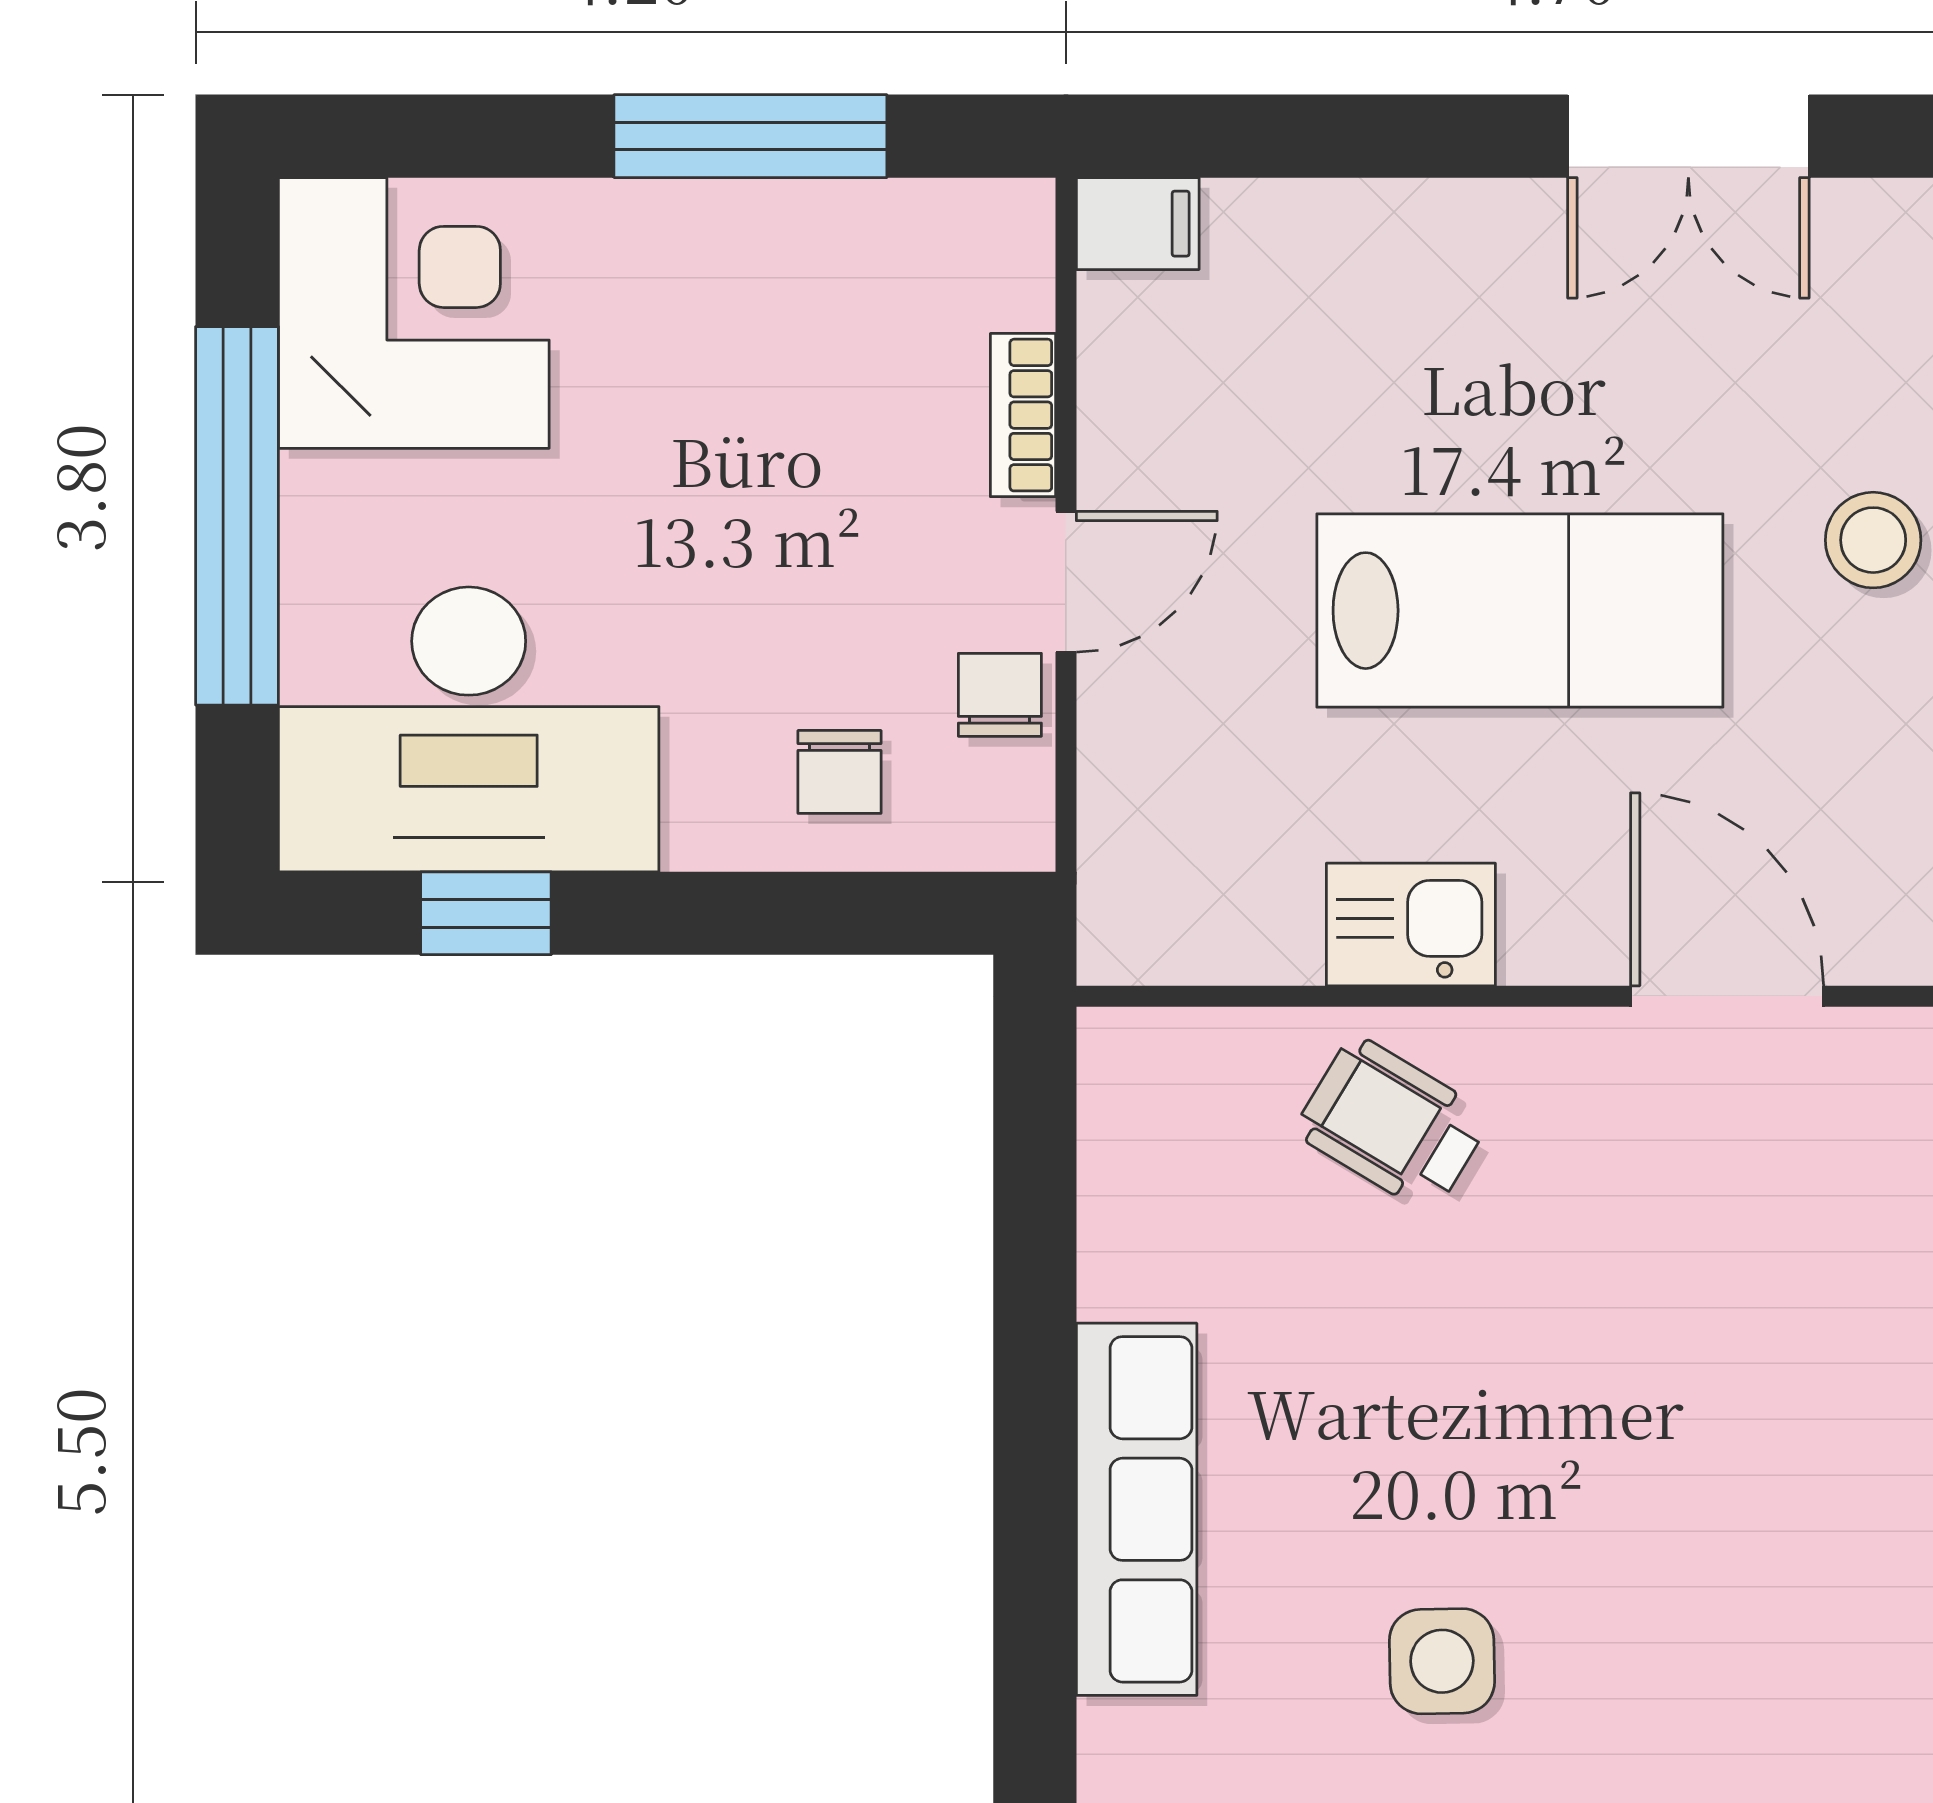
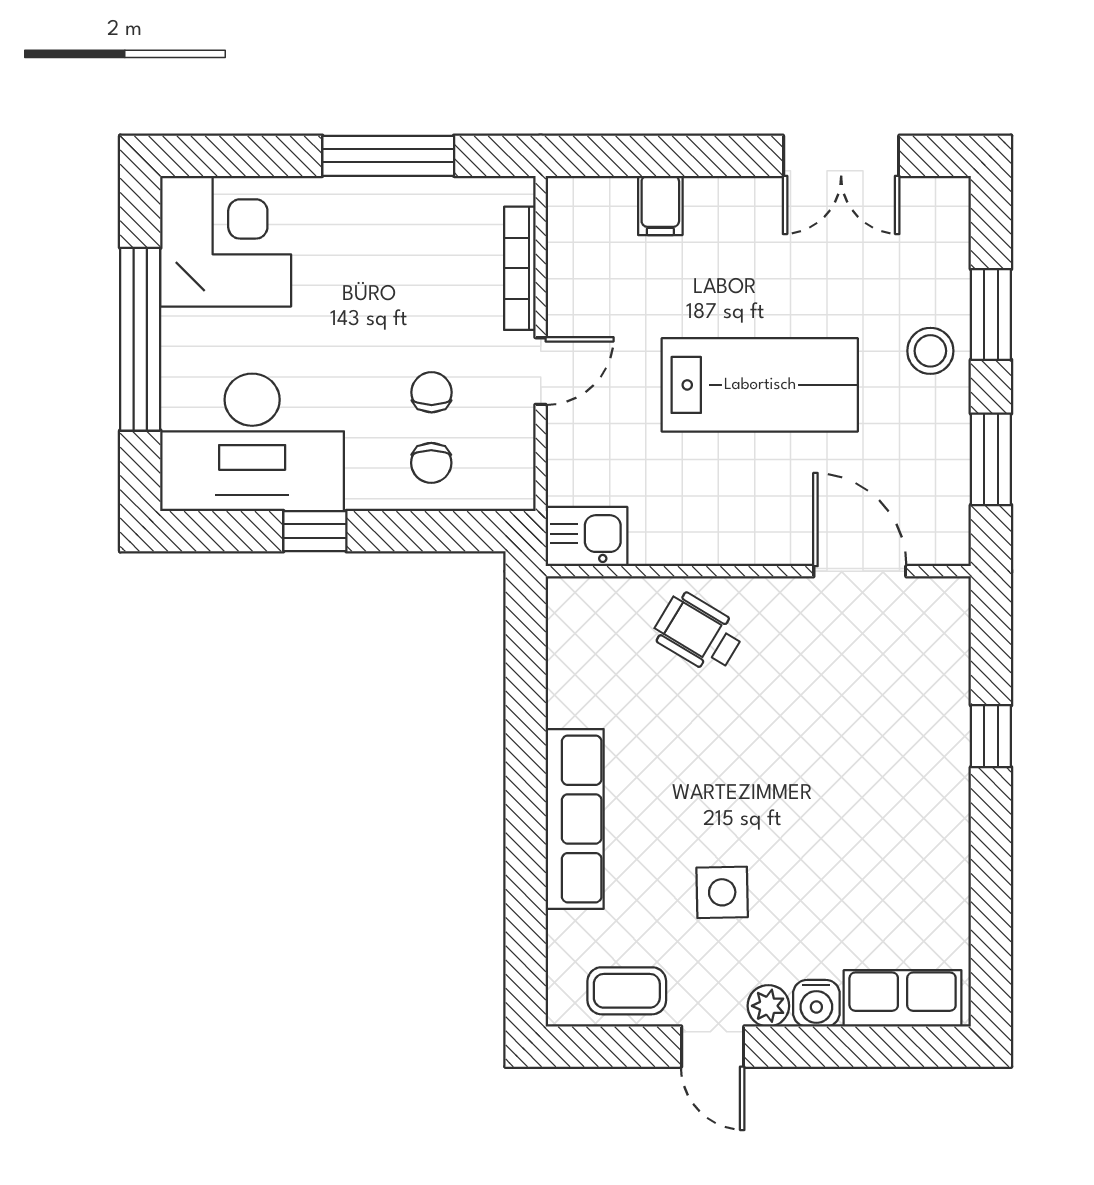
filing cabinet: (1138, 224) -> (660, 205), moved, turned 90
bookcase: (1023, 415) -> (520, 268), width x1.56
chair: (1000, 695) -> (432, 392), moved
window: (486, 913) -> (315, 531), moved
kitchen sink: (1411, 925) -> (586, 537), moved

